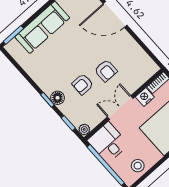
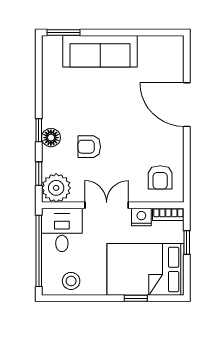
armchair: (106, 71) -> (160, 177), moved
plant: (84, 129) -> (56, 188), width x1.87, depth x1.87

